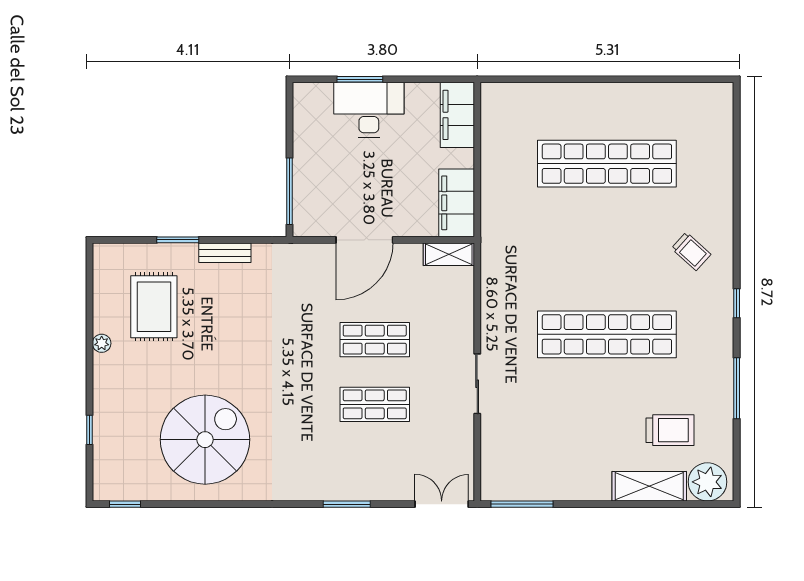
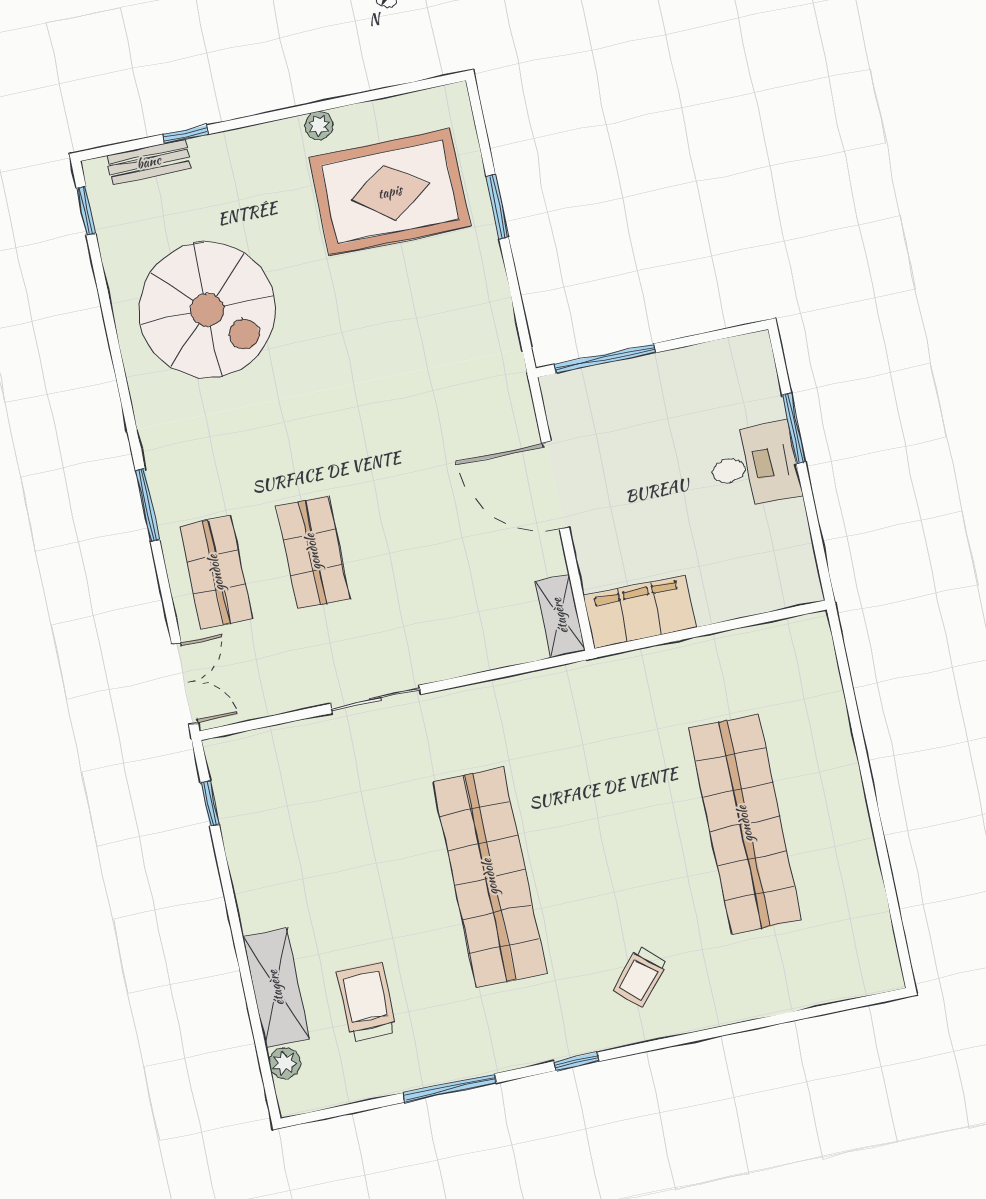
desk: (369, 110) -> (754, 466), width x0.73
filing cabinet: (457, 115) -> (771, 585), removed
bench: (225, 253) -> (149, 162), moved, turned 90
rug: (154, 307) -> (390, 192), width x1.37, depth x1.44
shop shelf: (375, 340) -> (216, 573), moved
trolley: (670, 430) -> (367, 1002), turned 180
plant: (707, 482) -> (285, 1063), width x0.53, depth x0.53
window: (347, 504) -> (148, 505), moved
window: (522, 504) -> (210, 803), width x0.46

